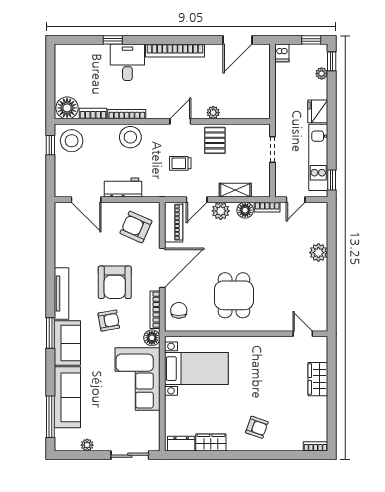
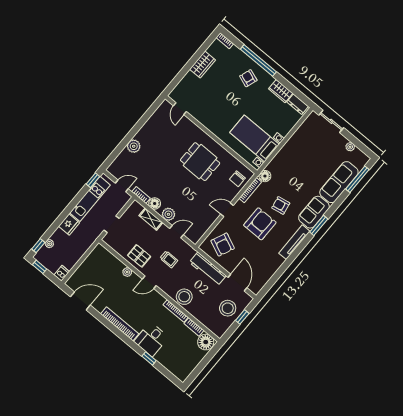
pallet: (215, 140) -> (139, 256), turned 90
stool: (72, 141) -> (228, 308), moved
window: (50, 145) -> (242, 317), moved
workbench: (123, 188) -> (208, 269), width x1.38
piano: (174, 222) -> (200, 230), removed
door: (162, 268) -> (227, 210), width x0.53
dining table: (234, 295) -> (200, 162), turned 90
corner sofa: (138, 379) -> (292, 160), removed
wardrobe: (318, 379) -> (203, 65), moved
window: (262, 455) -> (258, 60), added

